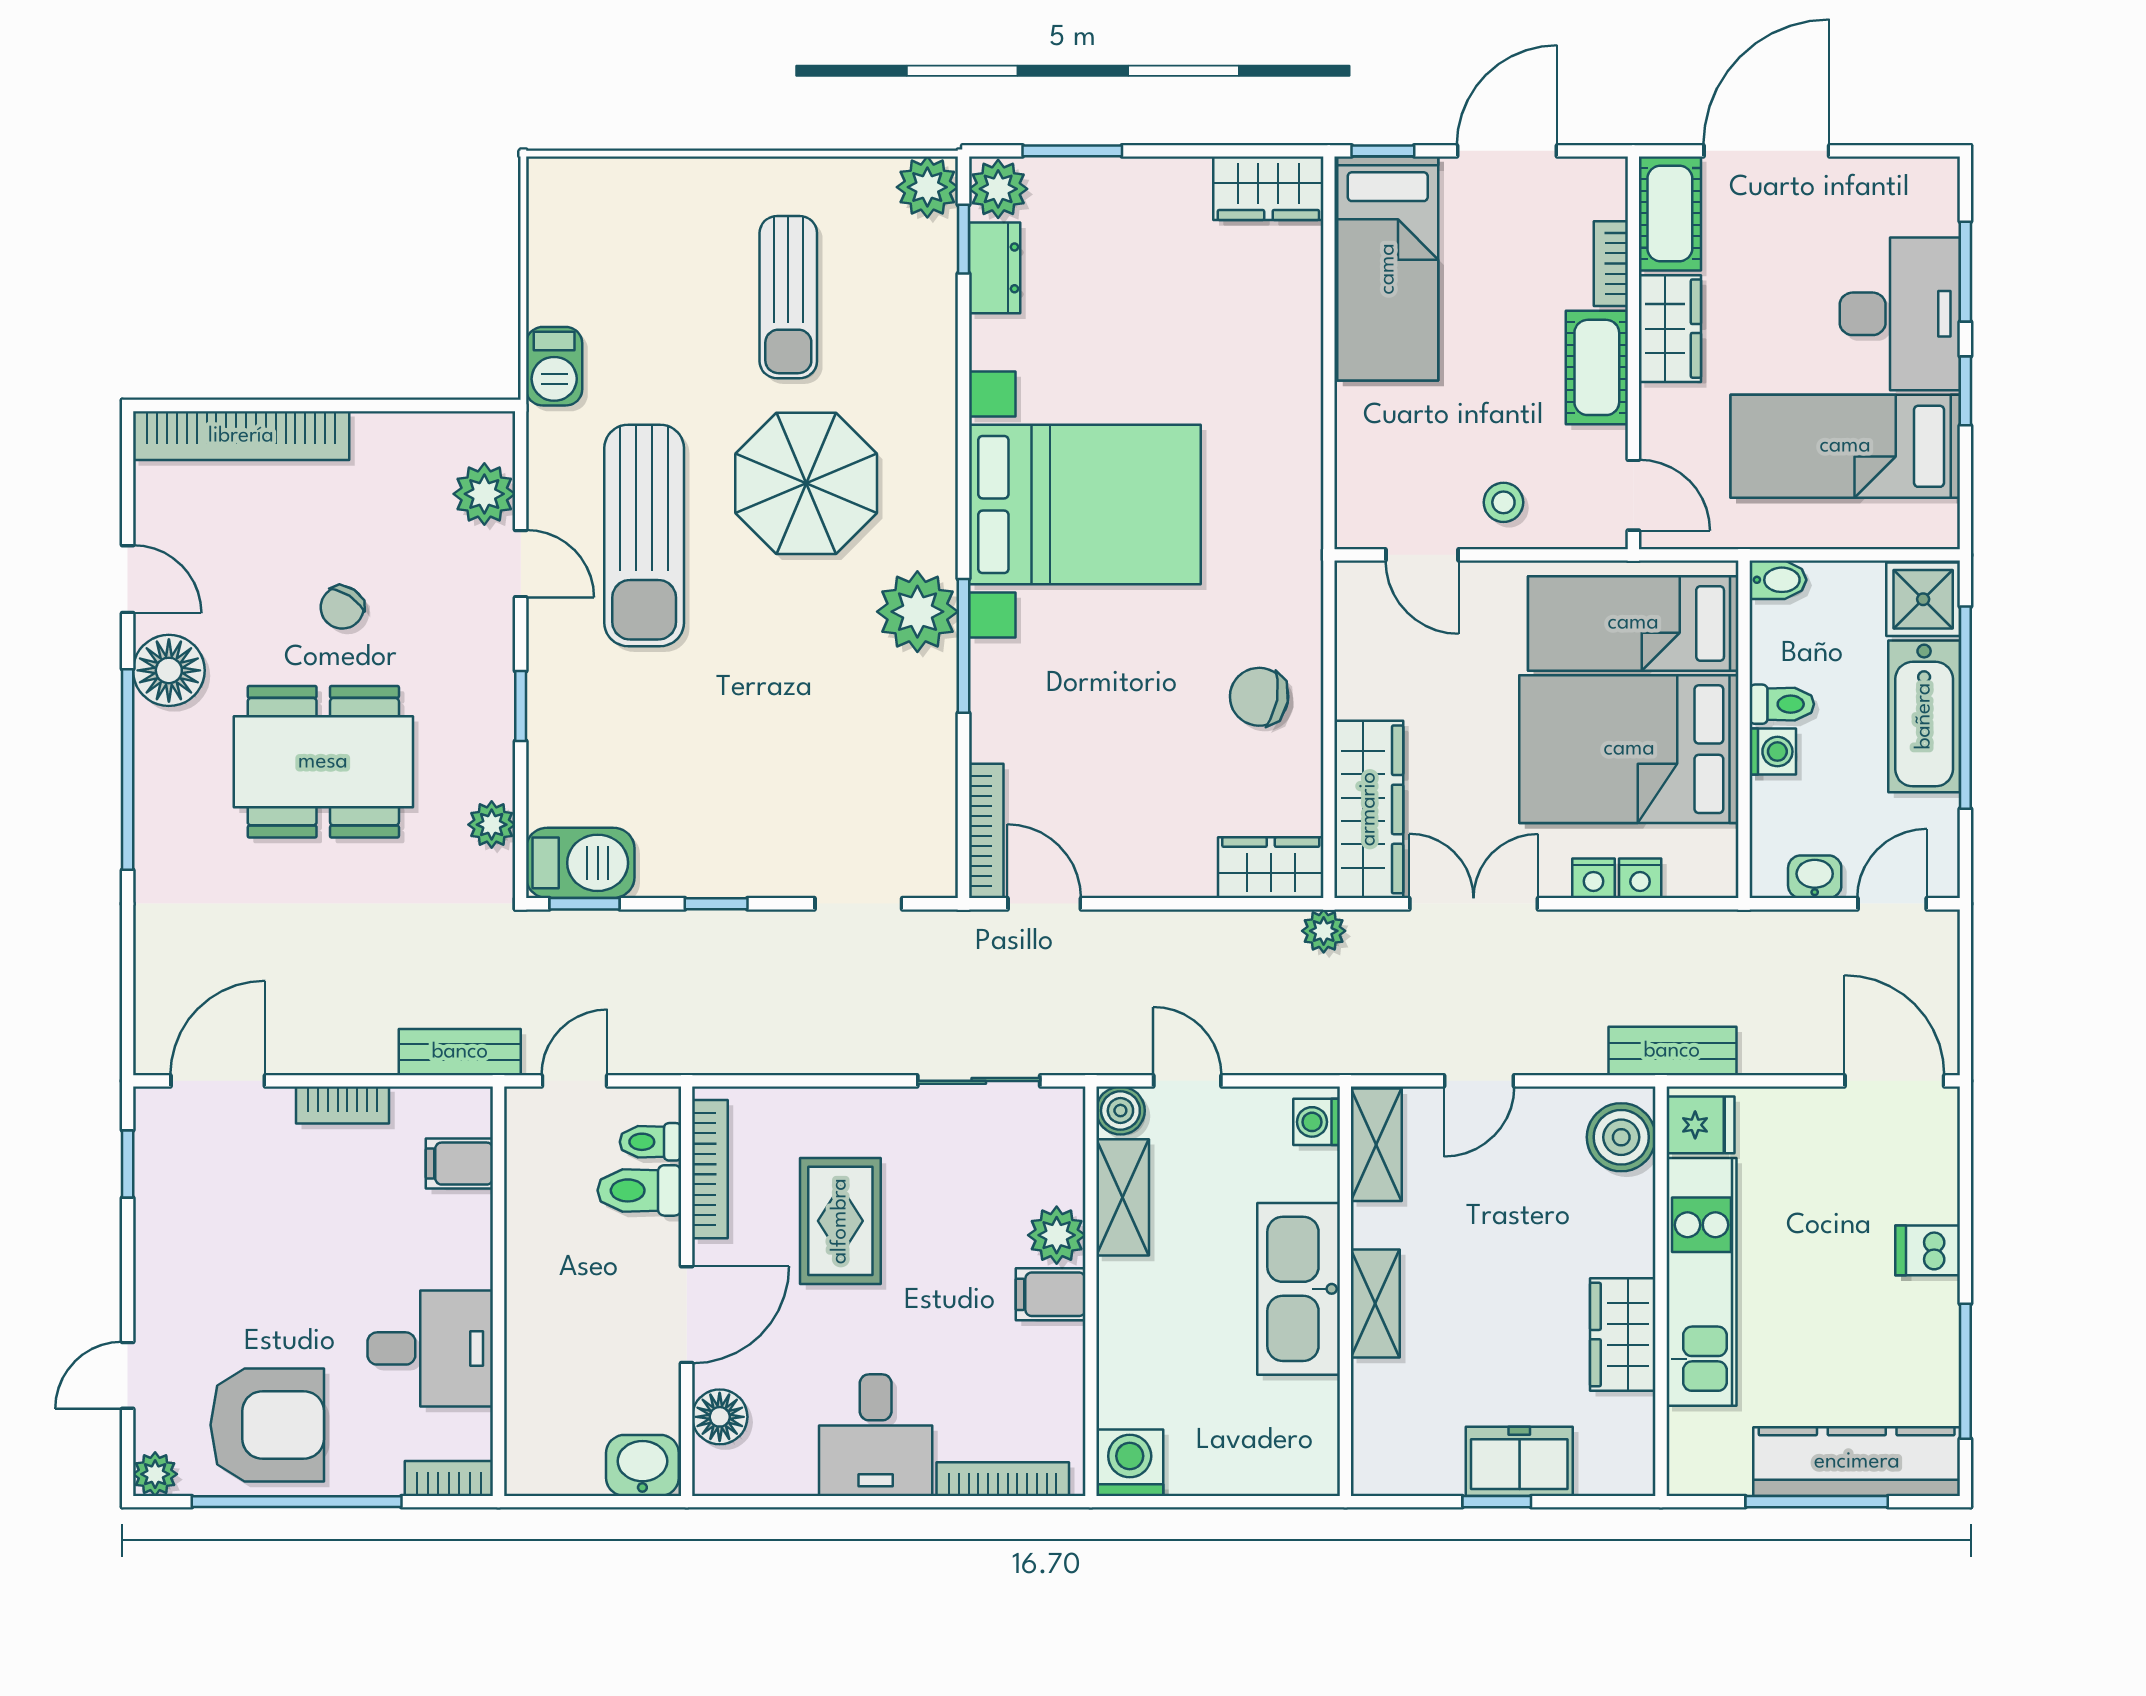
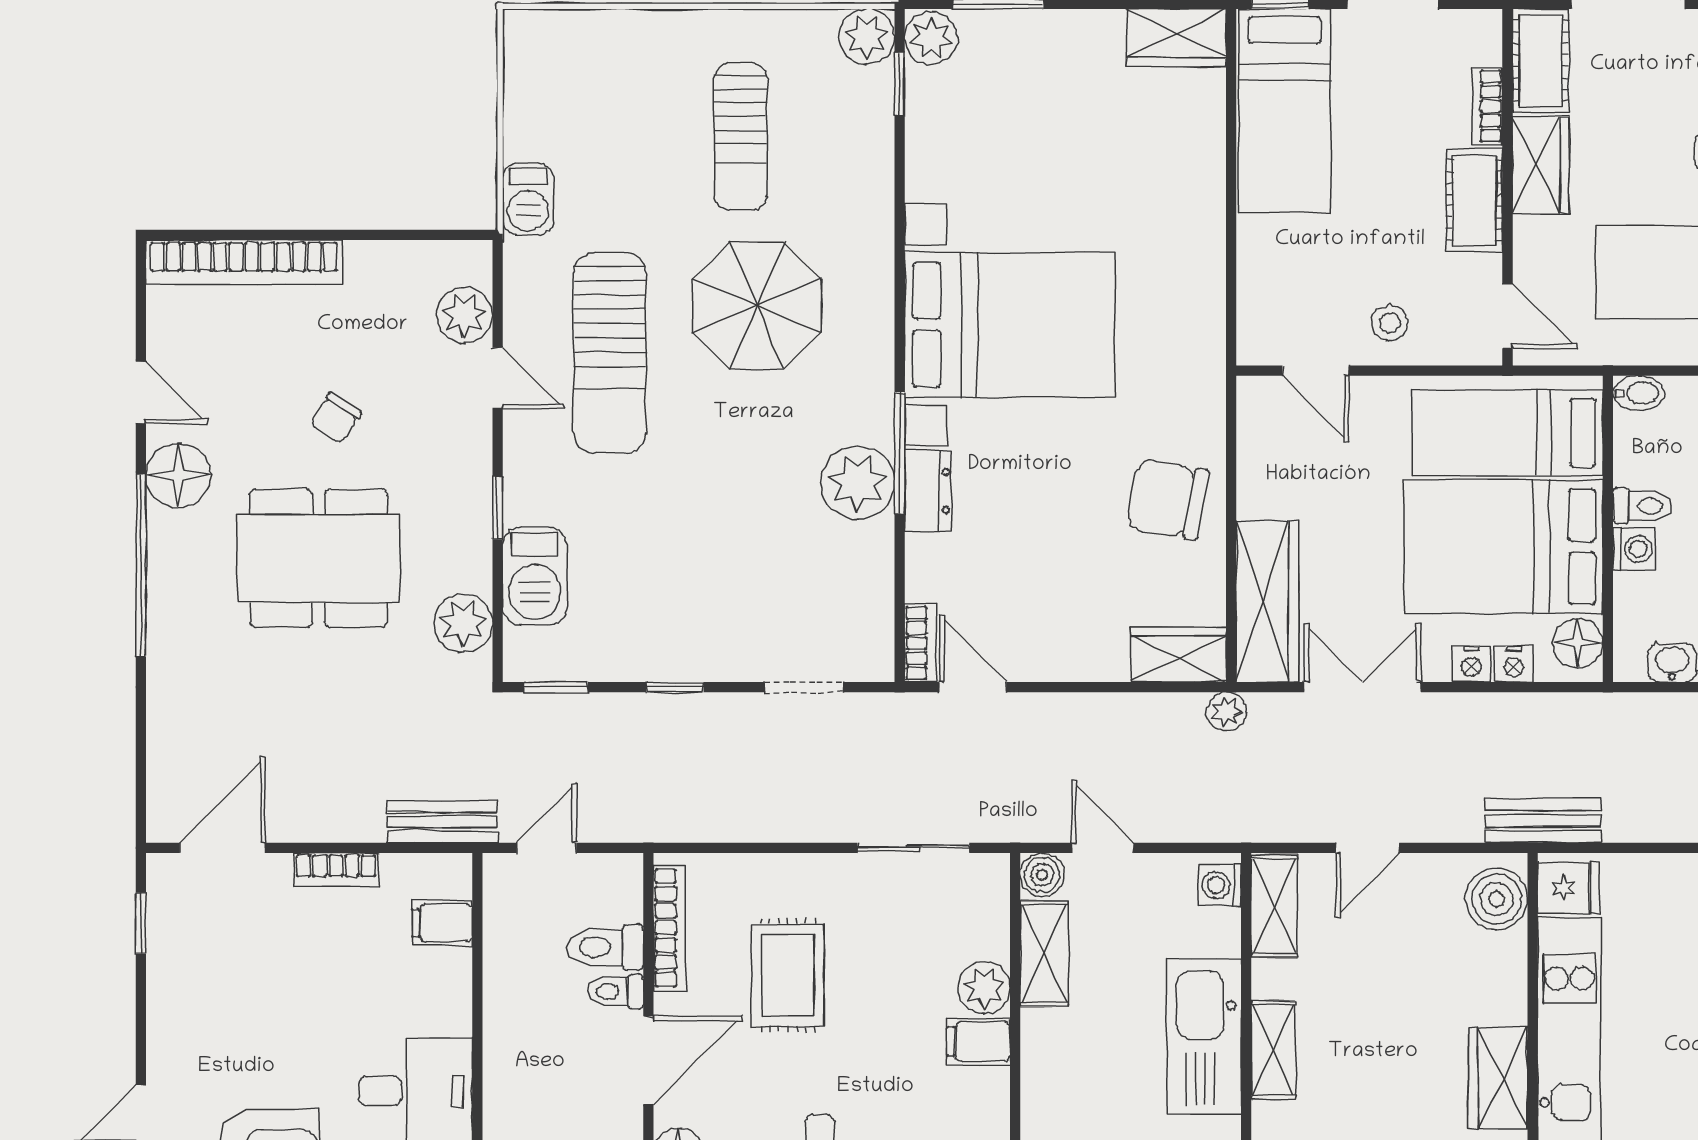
dresser: (995, 268) -> (928, 491), moved
plant: (917, 612) -> (858, 483), moved
chair: (1259, 697) -> (1168, 499), width x1.37, depth x1.37
plant: (492, 825) -> (463, 623), width x1.38, depth x1.38
bookcase: (986, 831) -> (920, 643), width x0.64
floor lamp: (1711, 855) -> (1578, 643), added
barbecue: (580, 863) -> (535, 576), moved, turned 90
toilet: (650, 1142) -> (615, 991), moved

